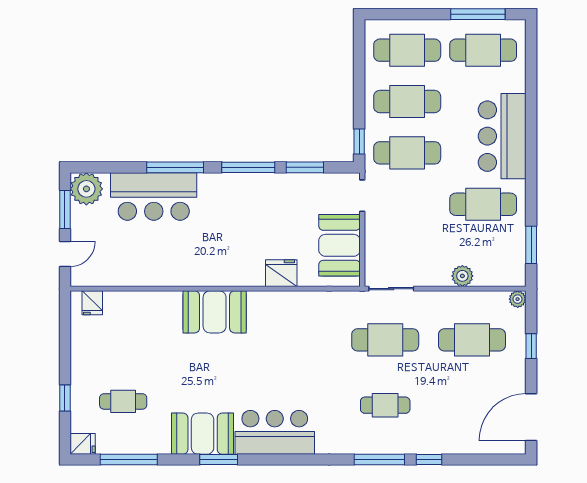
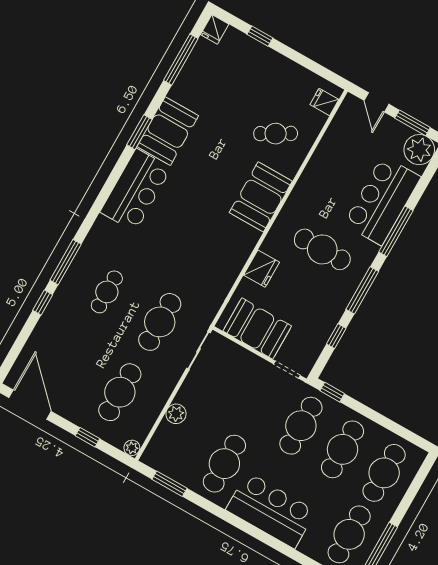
window: (305, 167) -> (336, 336), width x0.67
cafe table: (231, 226) -> (322, 249), added
cafe table: (123, 401) -> (276, 134), moved, turned 60

